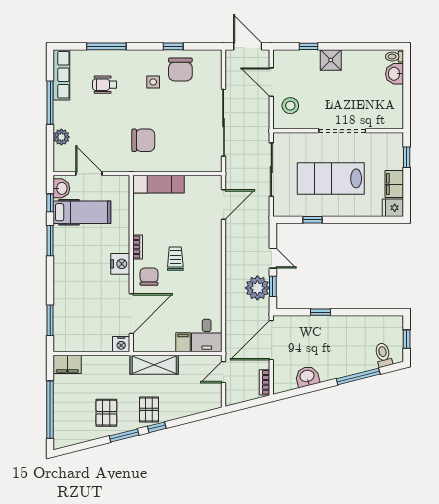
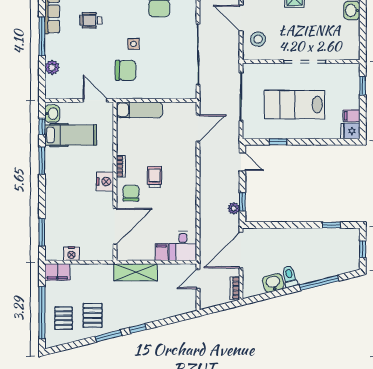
side table: (153, 82) -> (134, 44), moved
door: (89, 174) -> (95, 100), moved
filing cabinet: (394, 184) -> (352, 116), width x0.50
door: (273, 258) -> (242, 162), moved
plant: (257, 288) -> (234, 208), width x0.53, depth x0.53
window: (320, 312) -> (331, 225), moved
nightstand: (121, 344) -> (71, 254), moved
toilet: (383, 355) -> (290, 276), moved
pallet: (149, 409) -> (63, 318), moved

